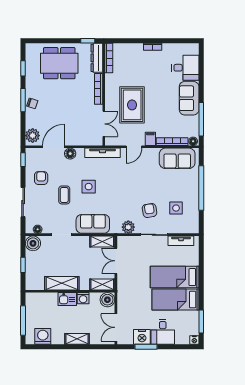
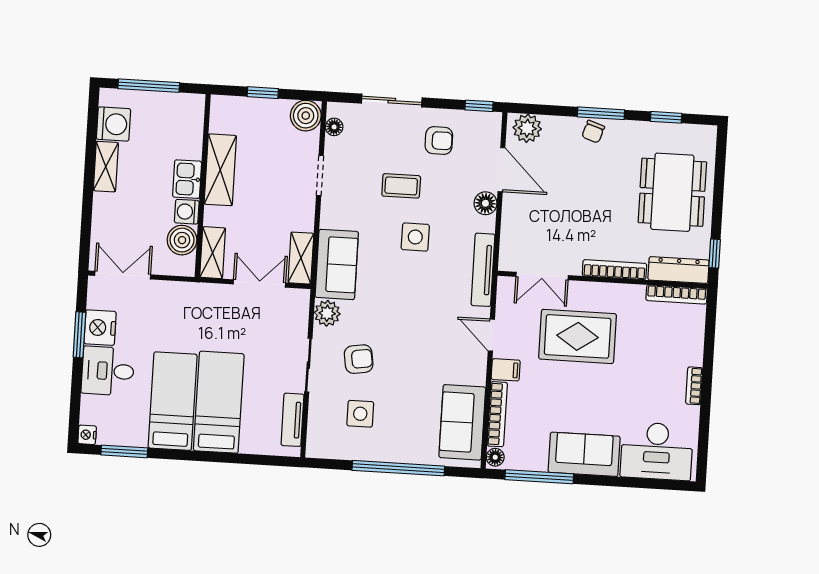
desk: (185, 68) -> (657, 451), width x1.37
sofa: (93, 224) -> (337, 264), moved
boiler: (107, 300) -> (182, 240), moved
shelving: (77, 339) -> (106, 167), moved

